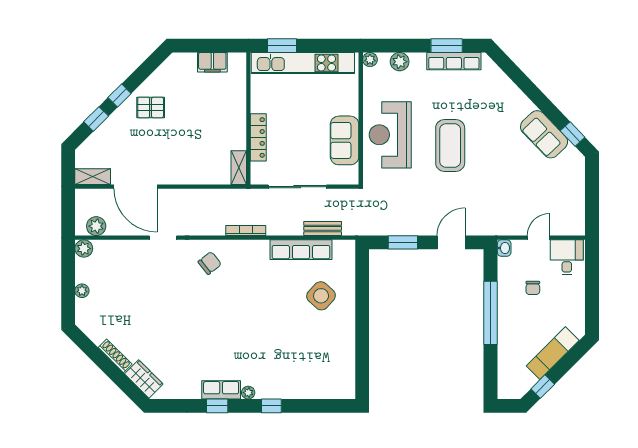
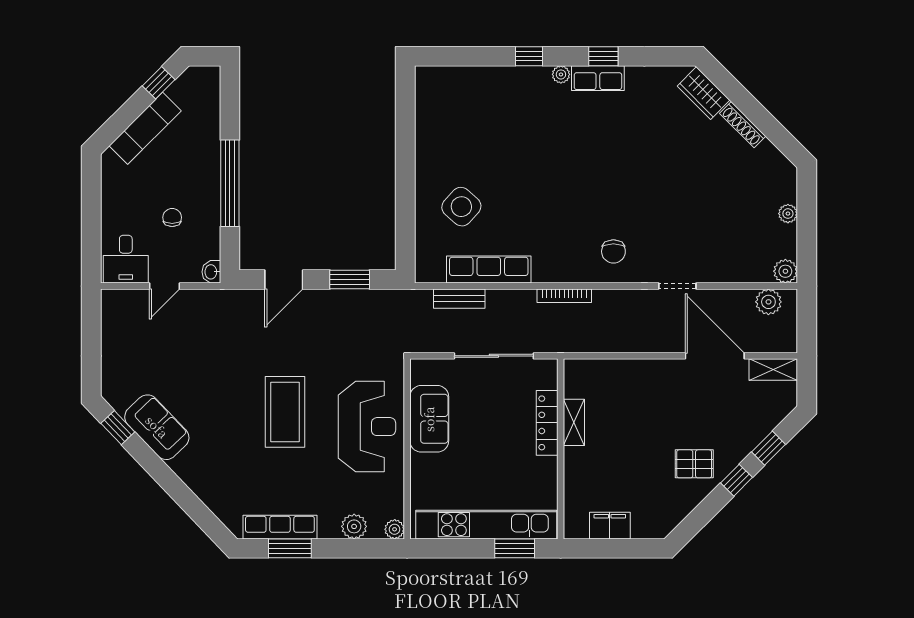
shelving: (239, 168) -> (574, 422), moved
chair: (210, 263) -> (613, 251), turned -52

